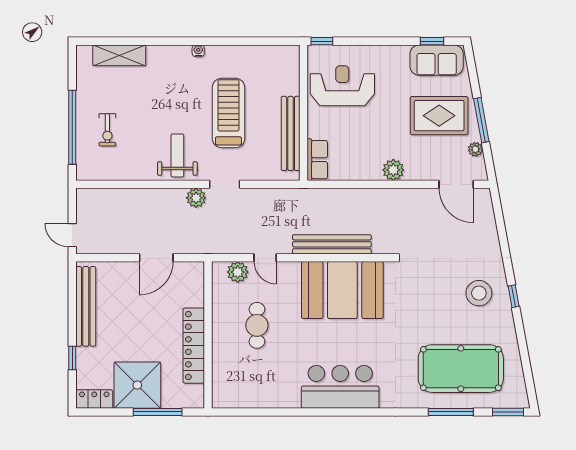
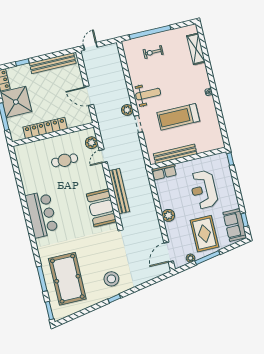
reception desk: (342, 86) -> (204, 190), moved, turned 180
treadmill: (228, 113) -> (178, 117), turned 180
booth: (342, 290) -> (101, 208), width x0.73, depth x0.70

